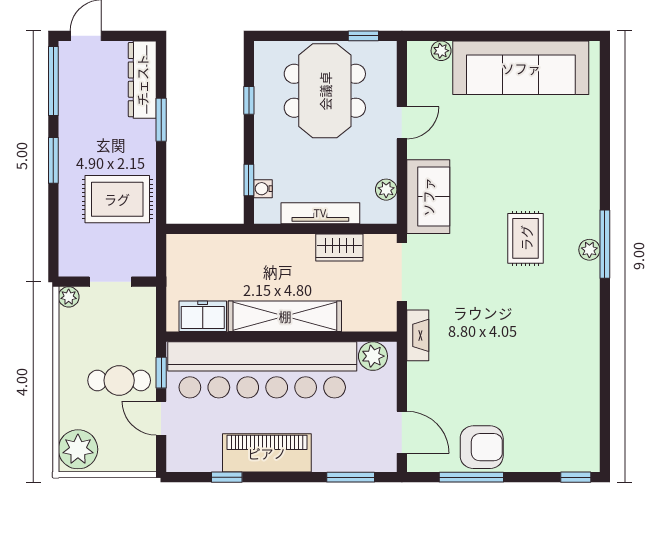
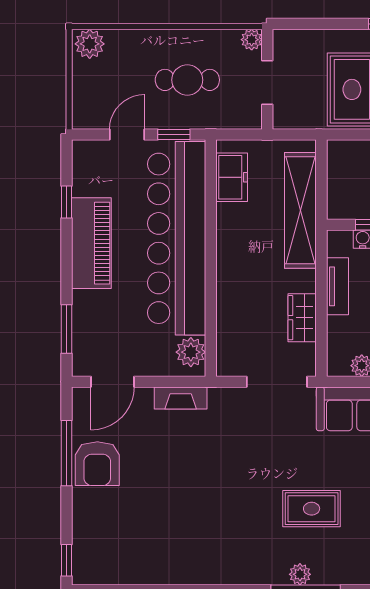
tv unit: (320, 213) -> (337, 286), width x0.71
shelving: (285, 316) -> (300, 210), moved
fireplace: (418, 335) -> (181, 398), moved
cafe table: (119, 380) -> (187, 80), moved, turned 90
plant: (78, 449) -> (90, 44), width x0.73, depth x0.73

